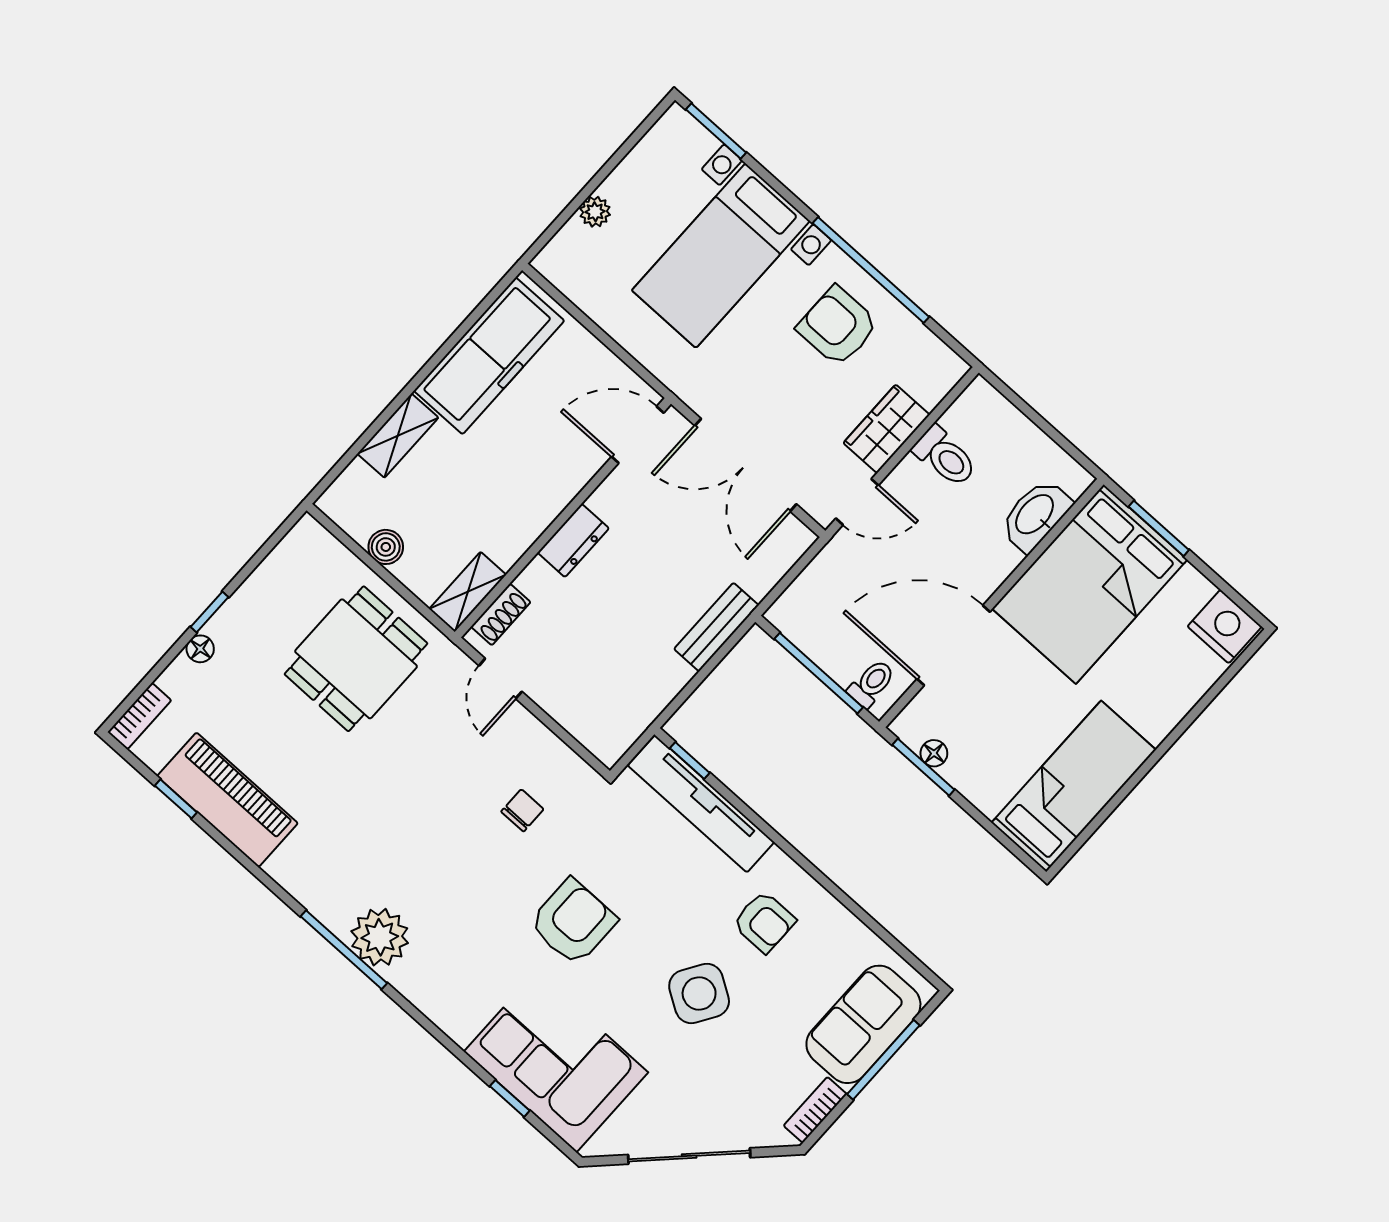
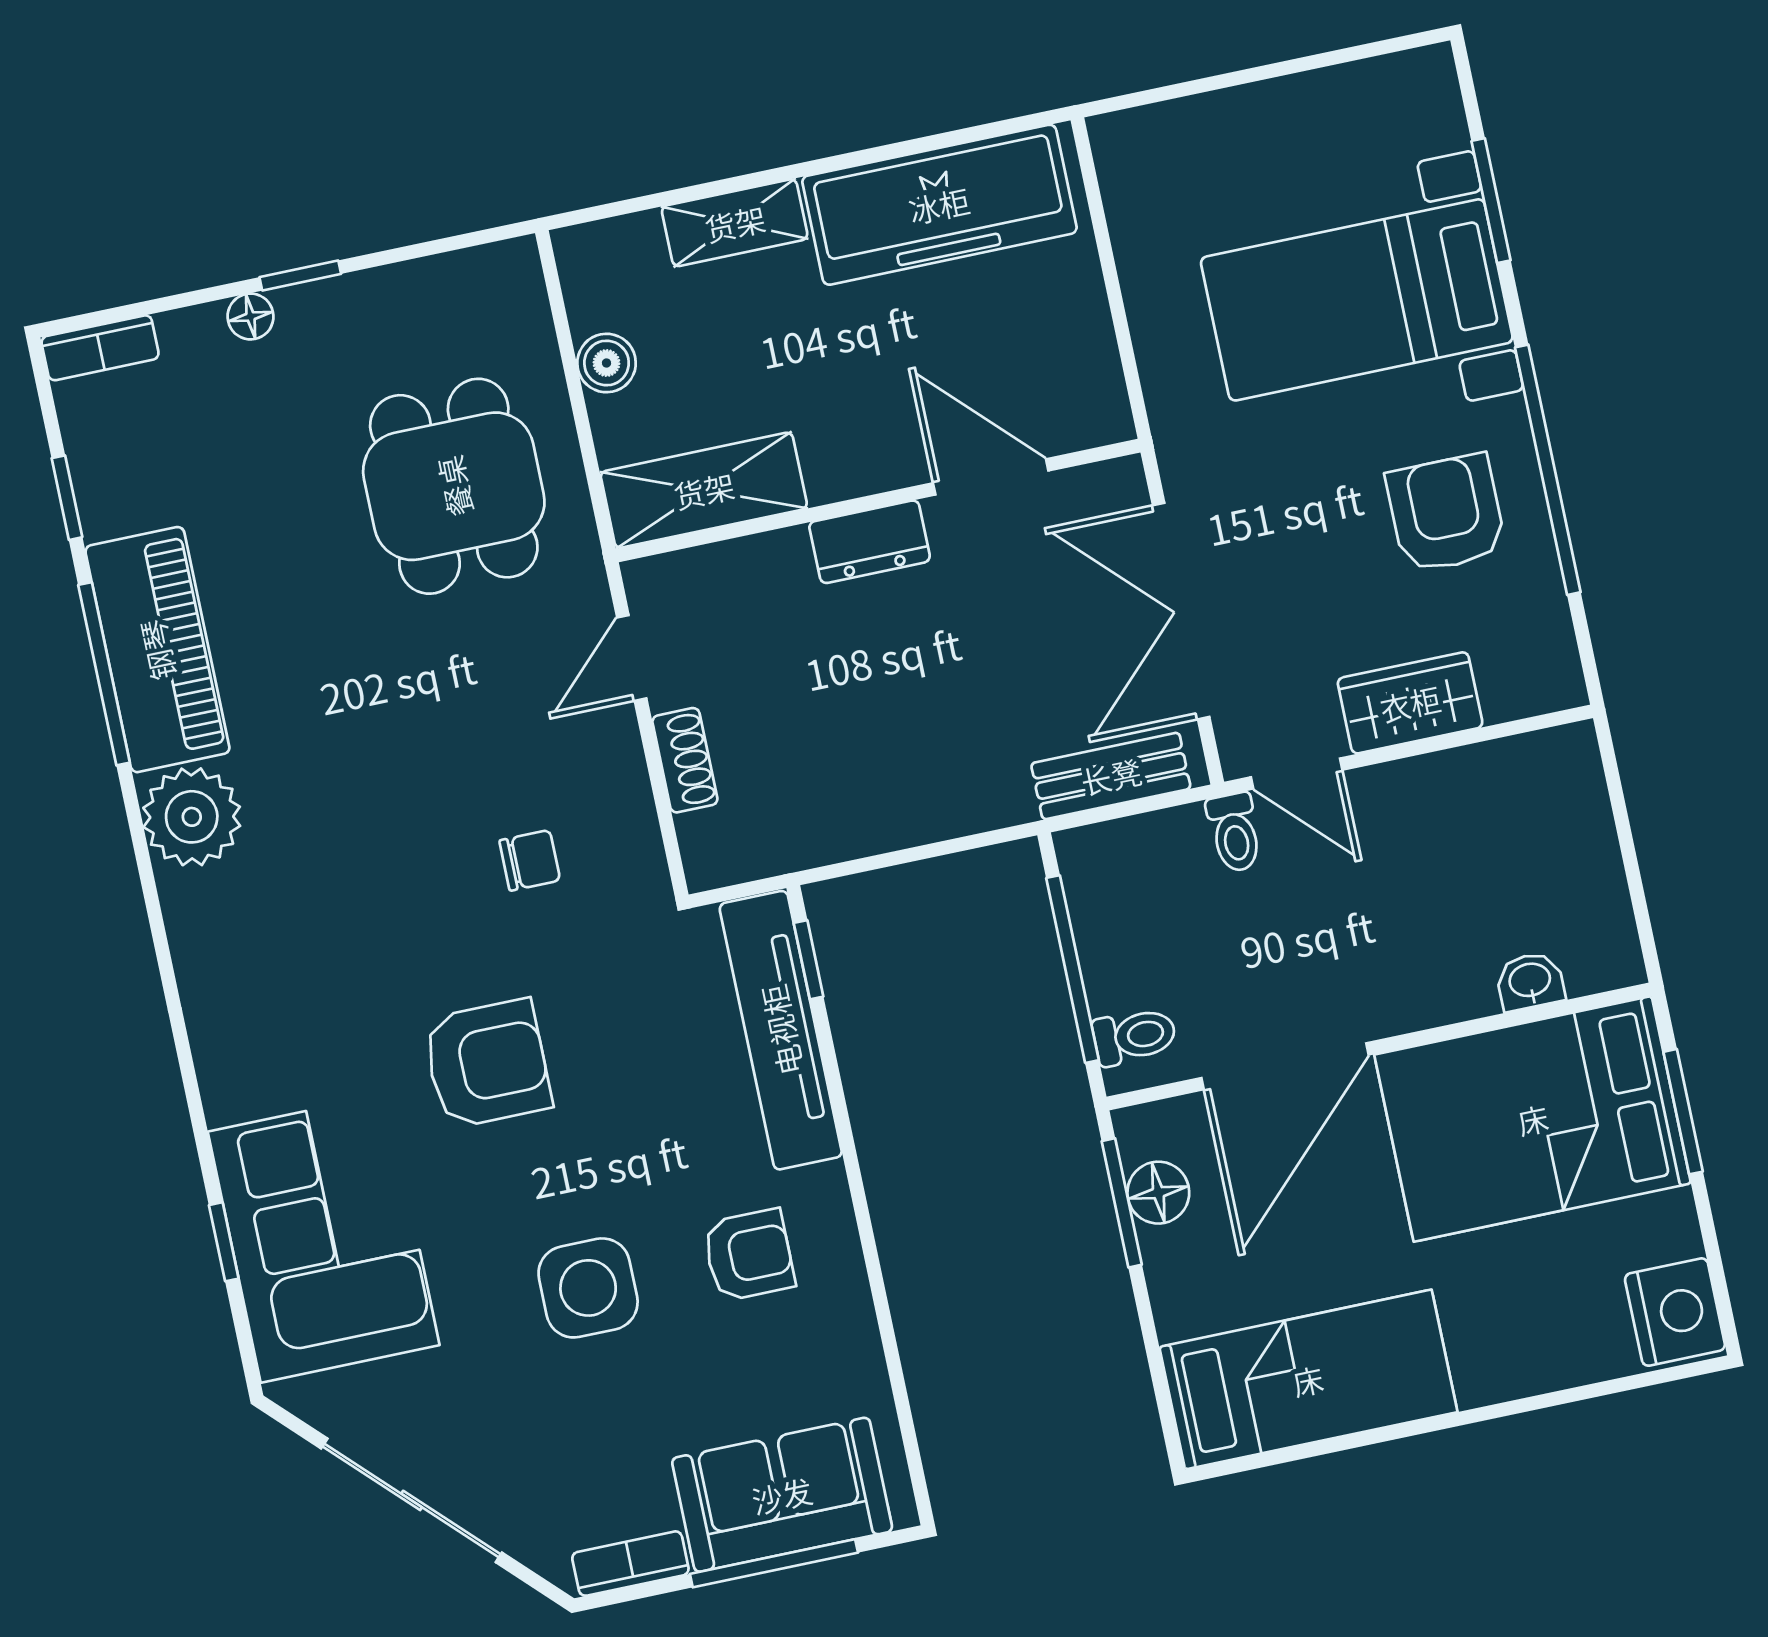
window: (716, 131) -> (1491, 201), moved
plant: (595, 212) -> (1229, 114), removed
door: (638, 435) -> (991, 477), moved
toilet: (945, 457) -> (1234, 832), moved, width x0.73, depth x0.72
washbasin: (1035, 515) -> (1530, 981), width x0.52, depth x0.69
shelving: (468, 592) -> (704, 490), width x1.50, depth x1.33
shoe rack: (501, 614) -> (685, 760), moved, turned -90
bench: (716, 627) -> (1111, 776), moved
door: (953, 645) -> (1285, 1066), swing flipped
dining table: (356, 659) -> (454, 486), turned 90
floor lamp: (934, 753) -> (1158, 1193), width x1.37, depth x1.37
piano: (227, 800) -> (157, 650), moved
armchair: (764, 922) -> (749, 1255), turned -90
plant: (380, 937) -> (192, 817), moved
window: (344, 950) -> (104, 674), moved
side table: (699, 994) -> (588, 1288), turned -32

